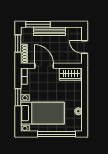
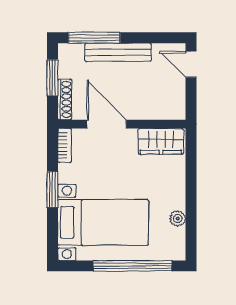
door: (85, 47) -> (191, 64), moved

